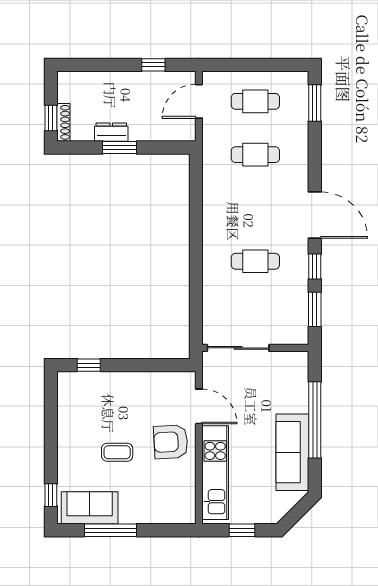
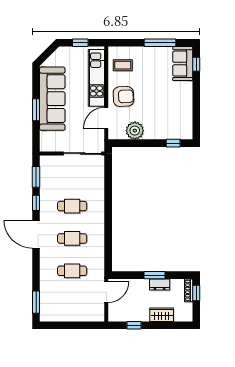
wardrobe: (108, 82) -> (162, 315), added
door: (199, 101) -> (106, 292), moved
cafe table: (255, 101) -> (72, 238), moved
plant: (152, 386) -> (135, 131), added
door: (199, 406) -> (106, 118), hinge flipped
window: (315, 420) -> (36, 110), width x0.47
coffee table: (117, 452) -> (123, 65), moved
sofa: (292, 452) -> (52, 99), width x1.36, depth x1.27
sofa: (90, 508) -> (183, 64), moved, turned 90

